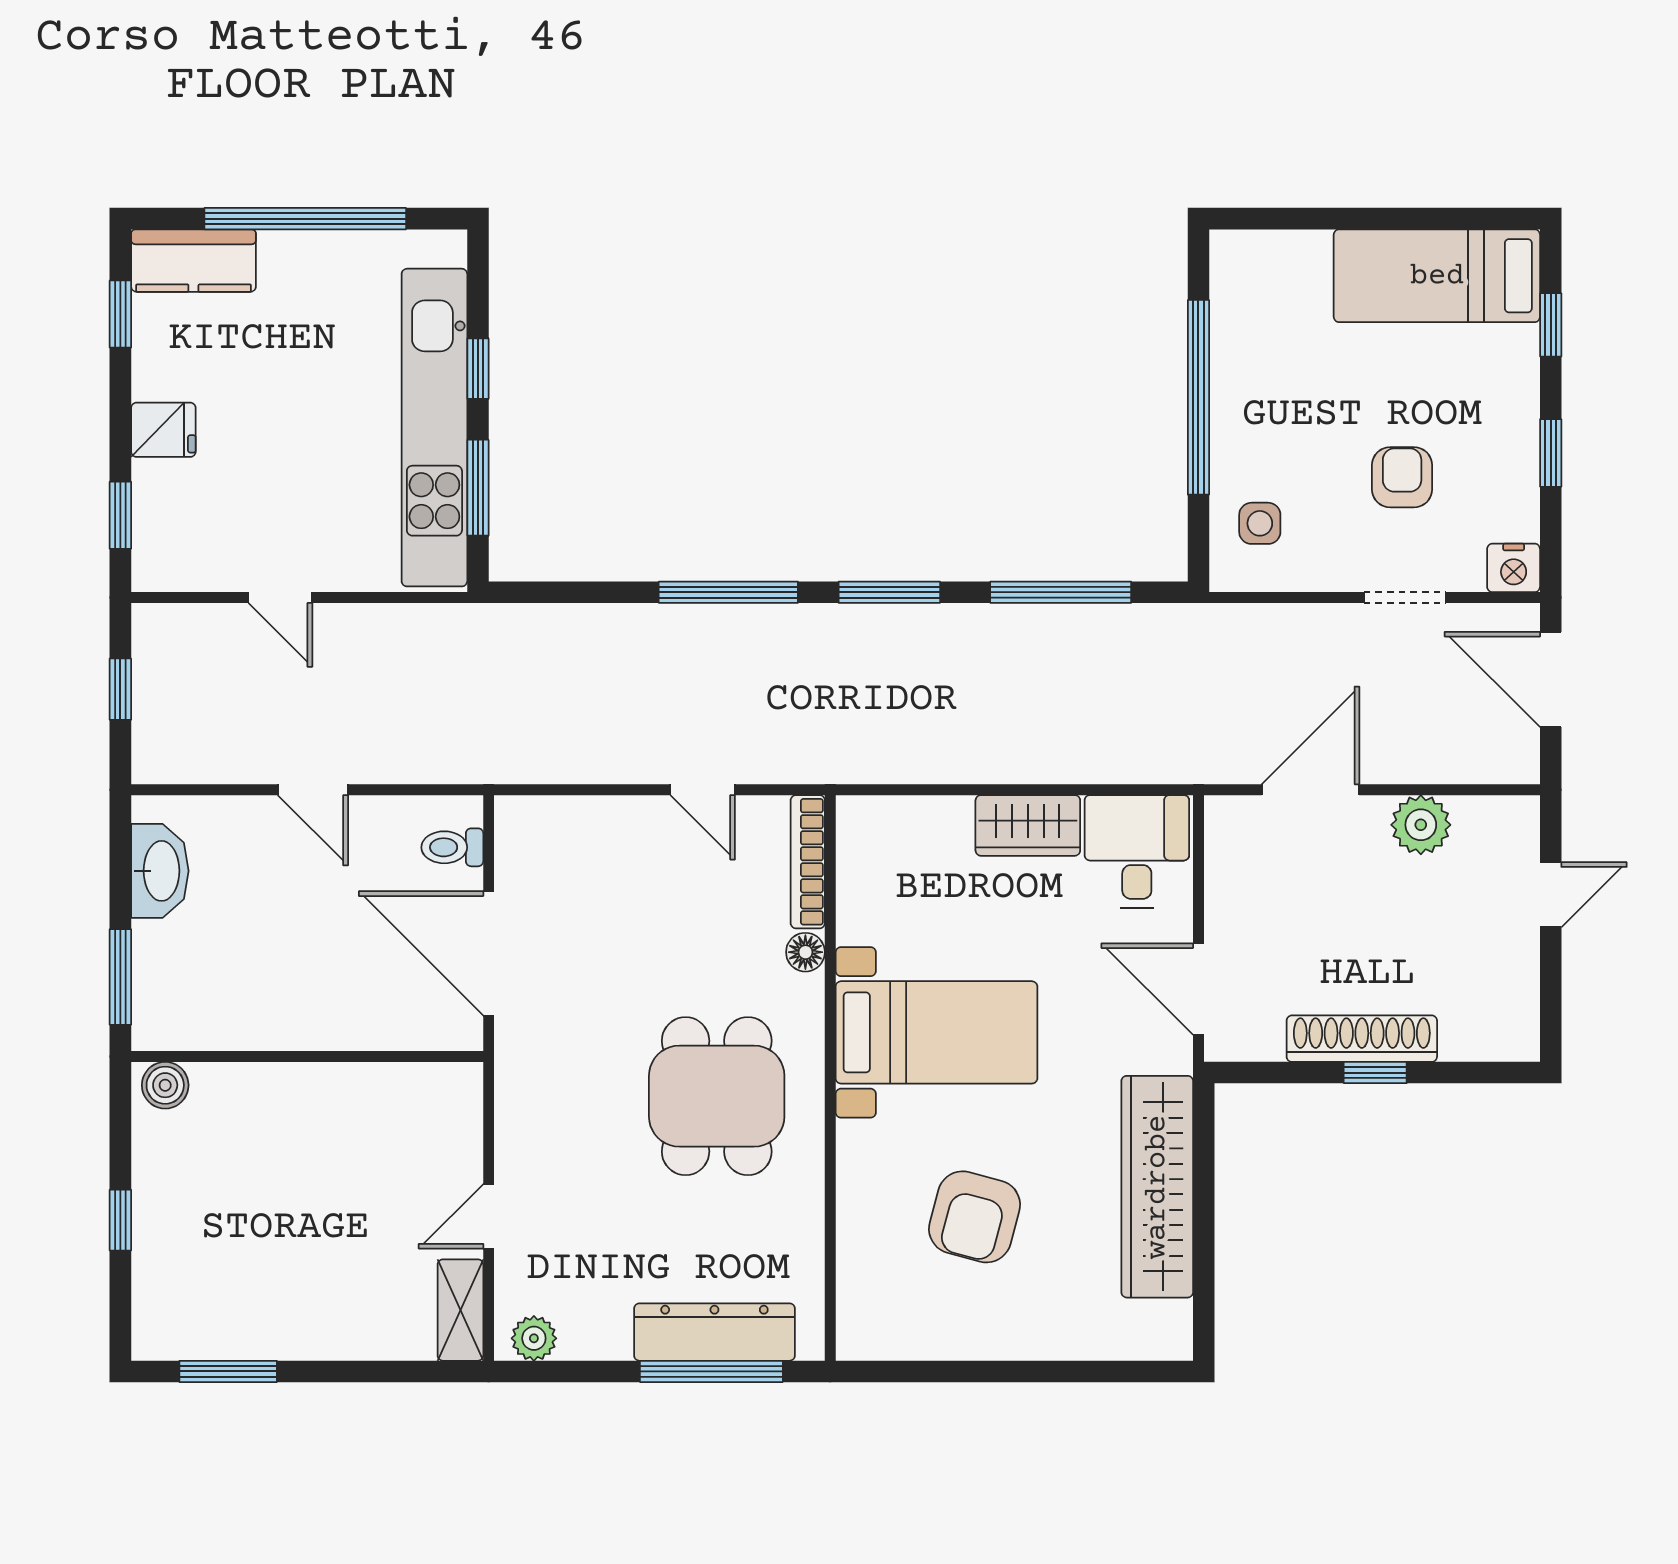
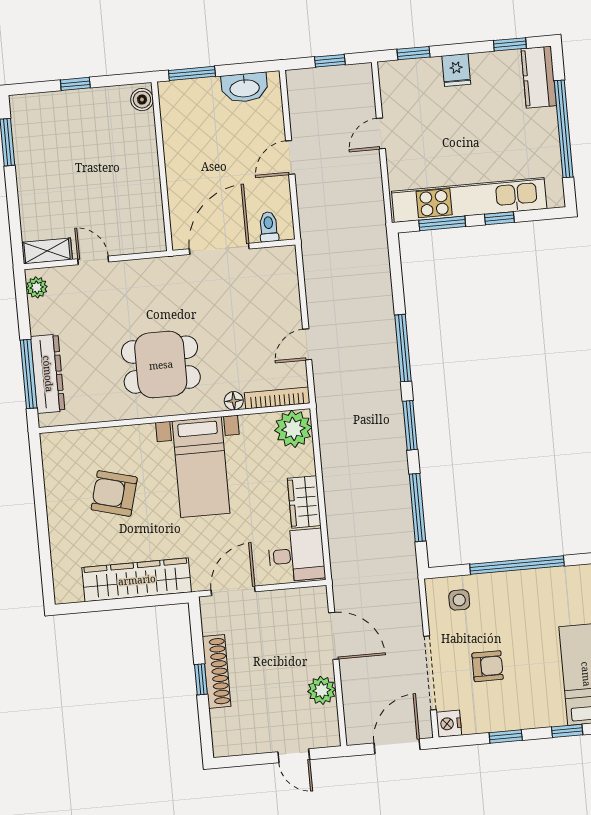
doorway: (1405, 598) -> (430, 673), width x1.87
plant: (875, 834) -> (293, 429), added

